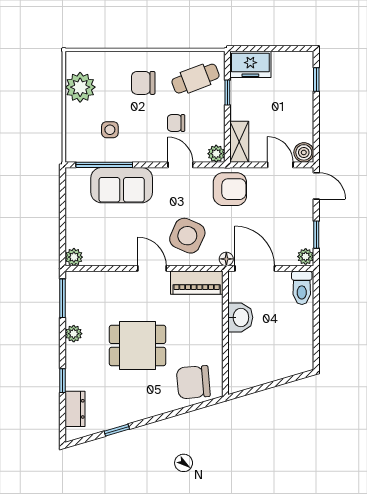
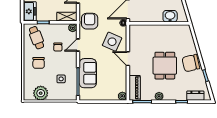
door: (152, 268) -> (128, 59), hinge flipped
piano: (197, 283) -> (135, 88), moved
washbasin: (240, 317) -> (170, 16), moved
chair: (193, 382) -> (191, 63), moved, turned 82

